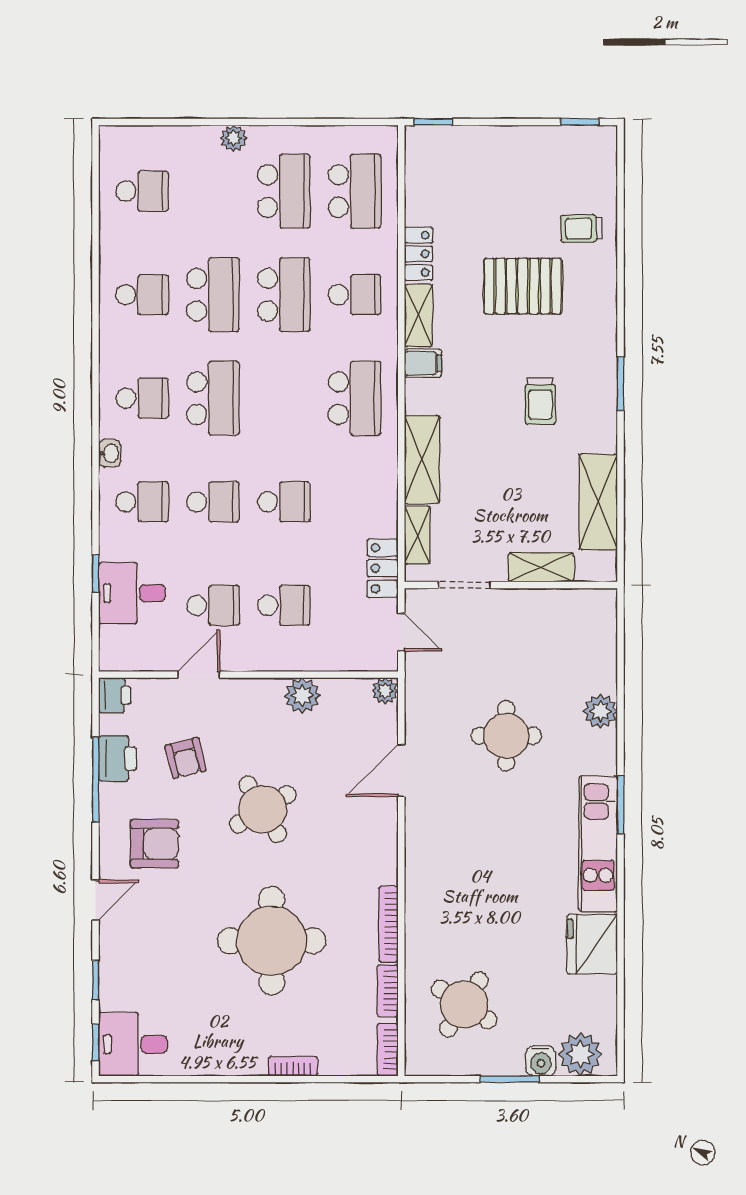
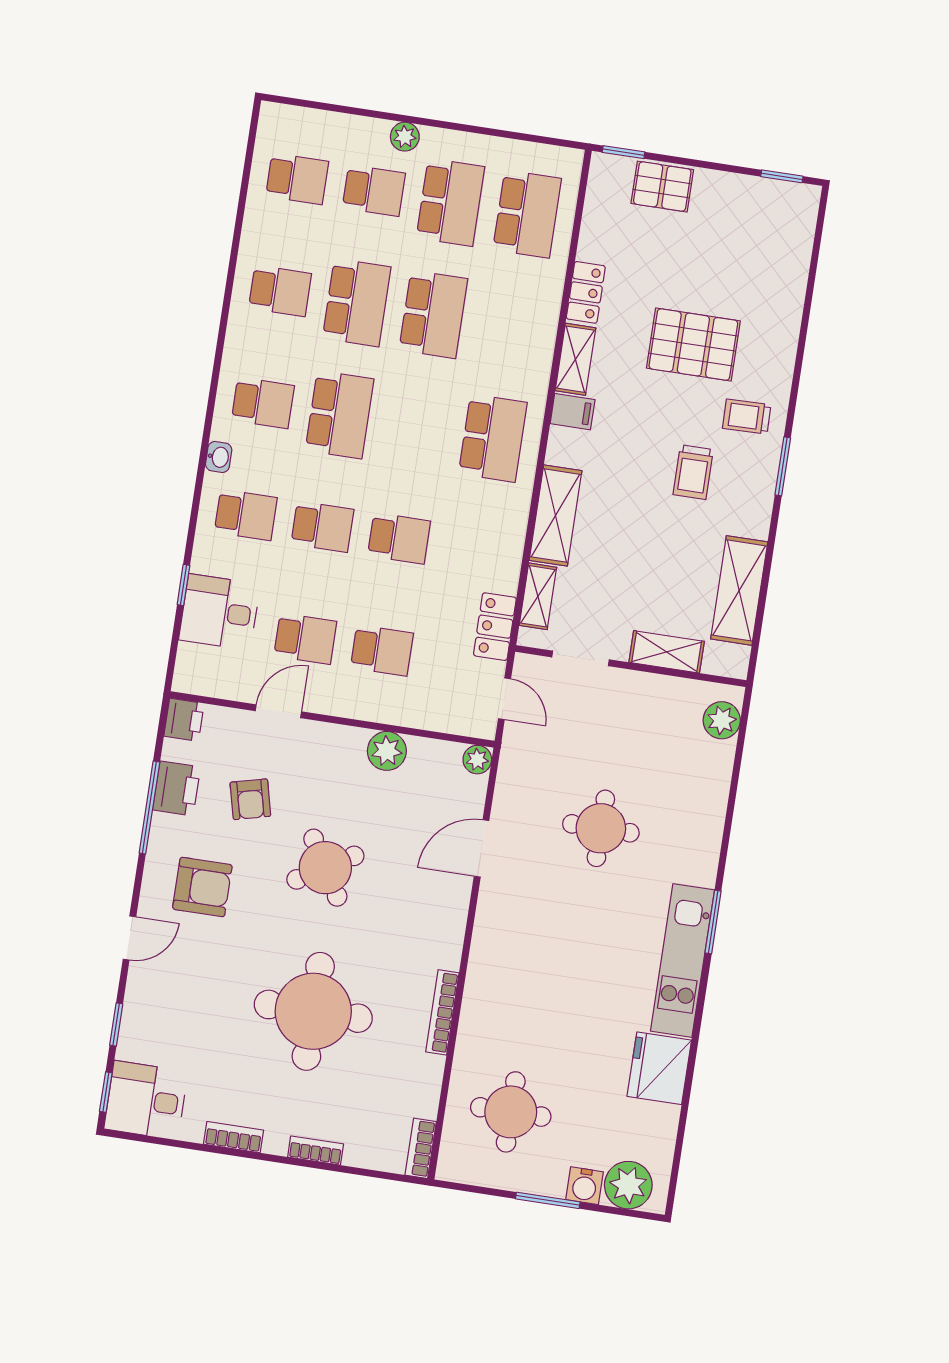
pallet: (473, 148) -> (662, 187), added
trolley: (581, 228) -> (747, 417), moved
school desk: (355, 295) -> (374, 191), moved
plant: (600, 711) -> (722, 720), moved
bookcase: (388, 991) -> (234, 1137), moved, turned 90
round table: (464, 1004) -> (511, 1112), turned -33

